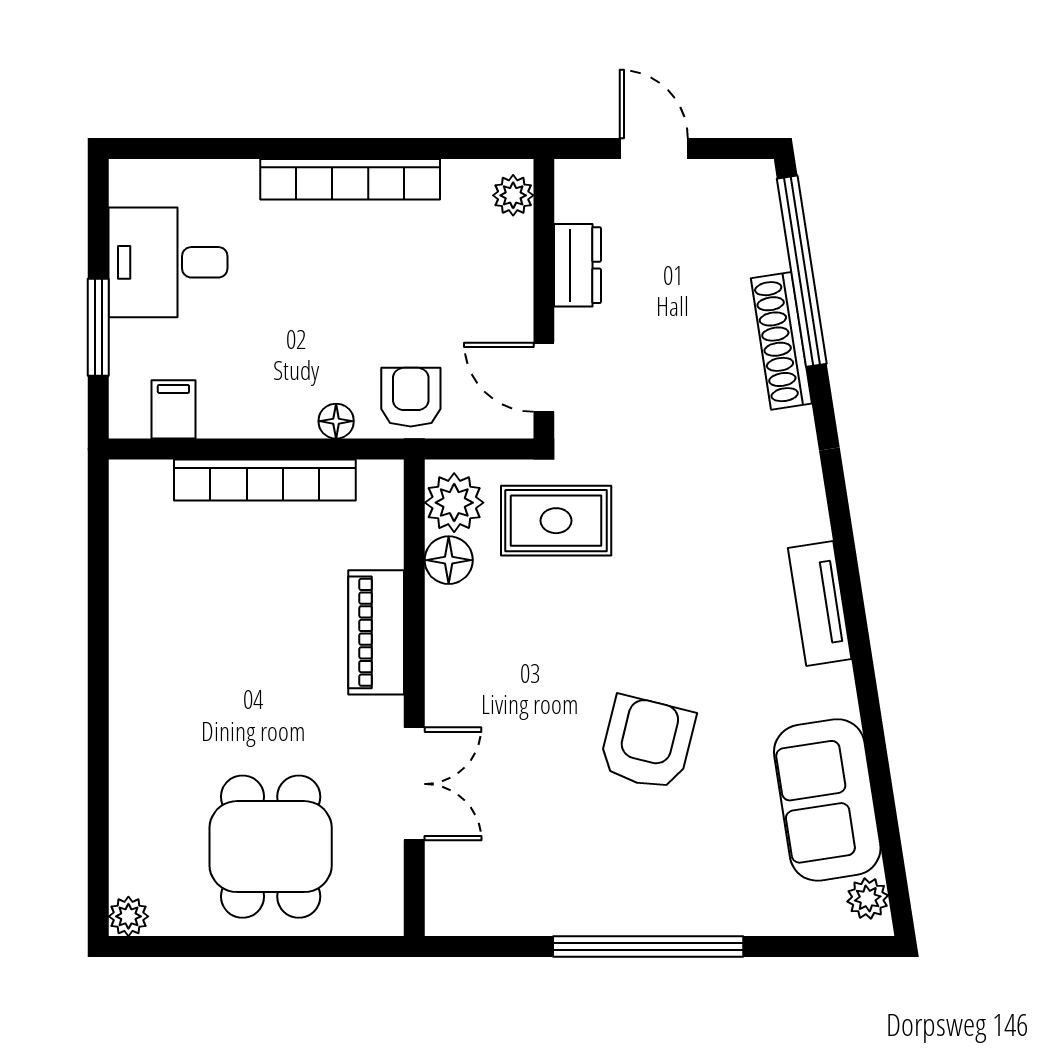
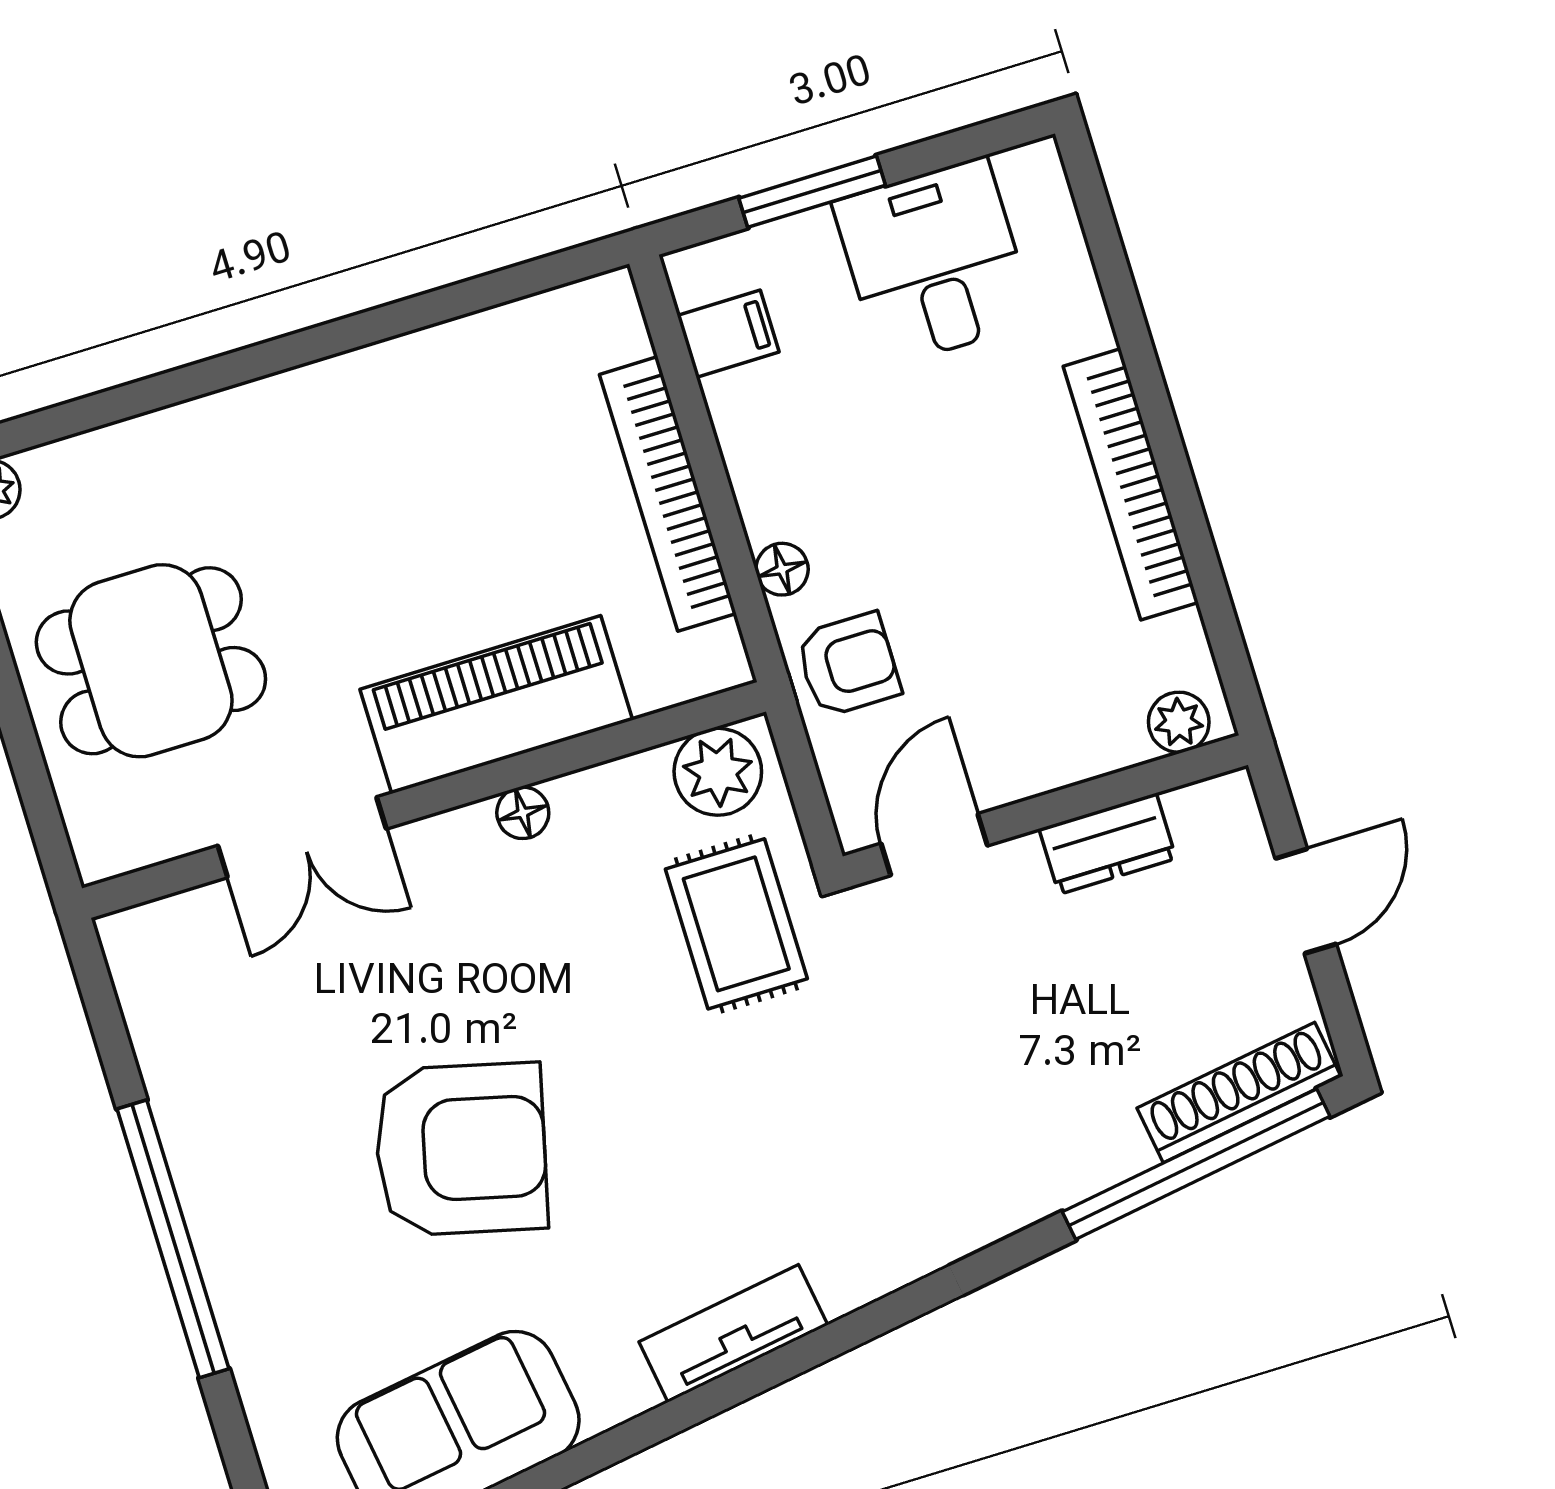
shoe rack: (781, 341) -> (1239, 1092), moved
floor lamp: (449, 560) -> (523, 813), moved, width x0.73, depth x0.73
piano: (376, 632) -> (496, 705), width x1.37, depth x1.33
armchair: (647, 743) -> (461, 1149), width x1.36, depth x1.36

